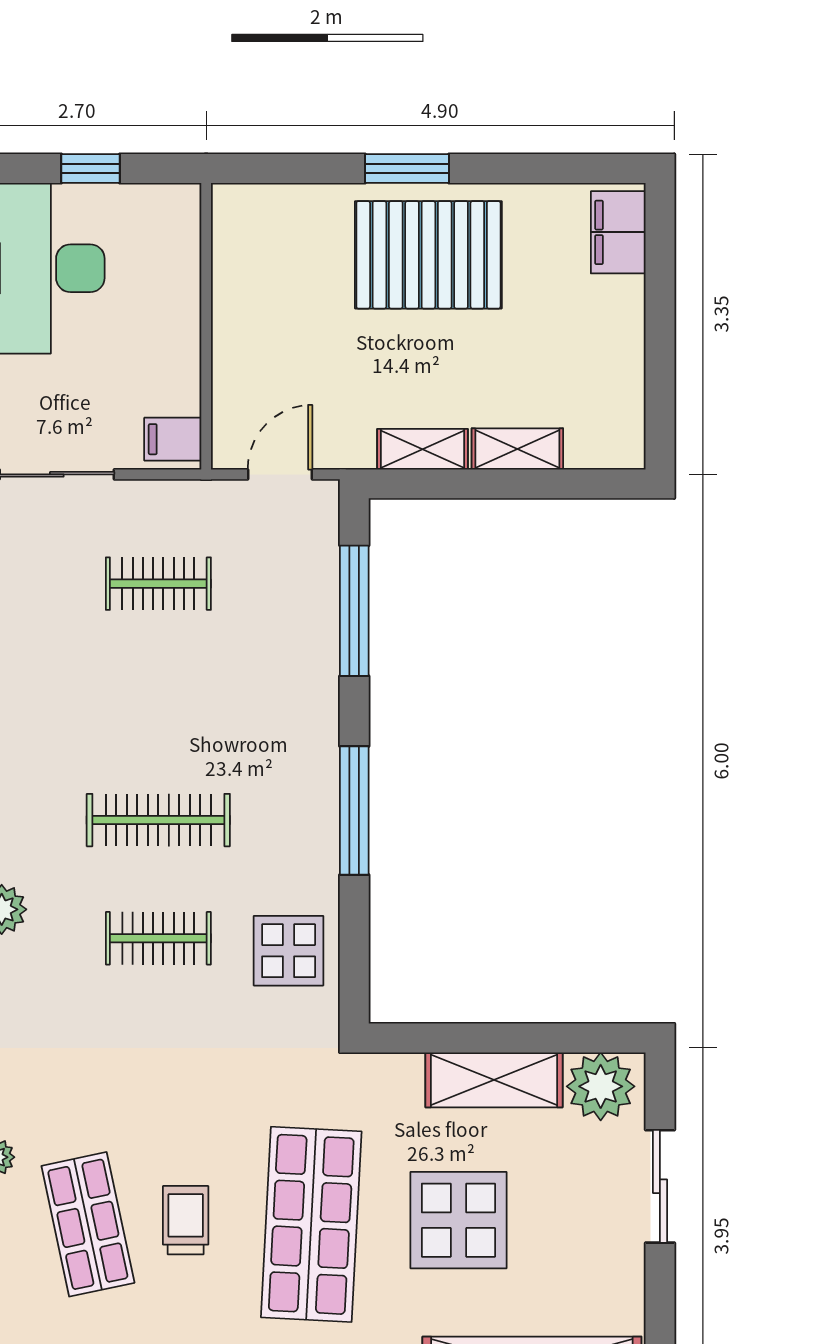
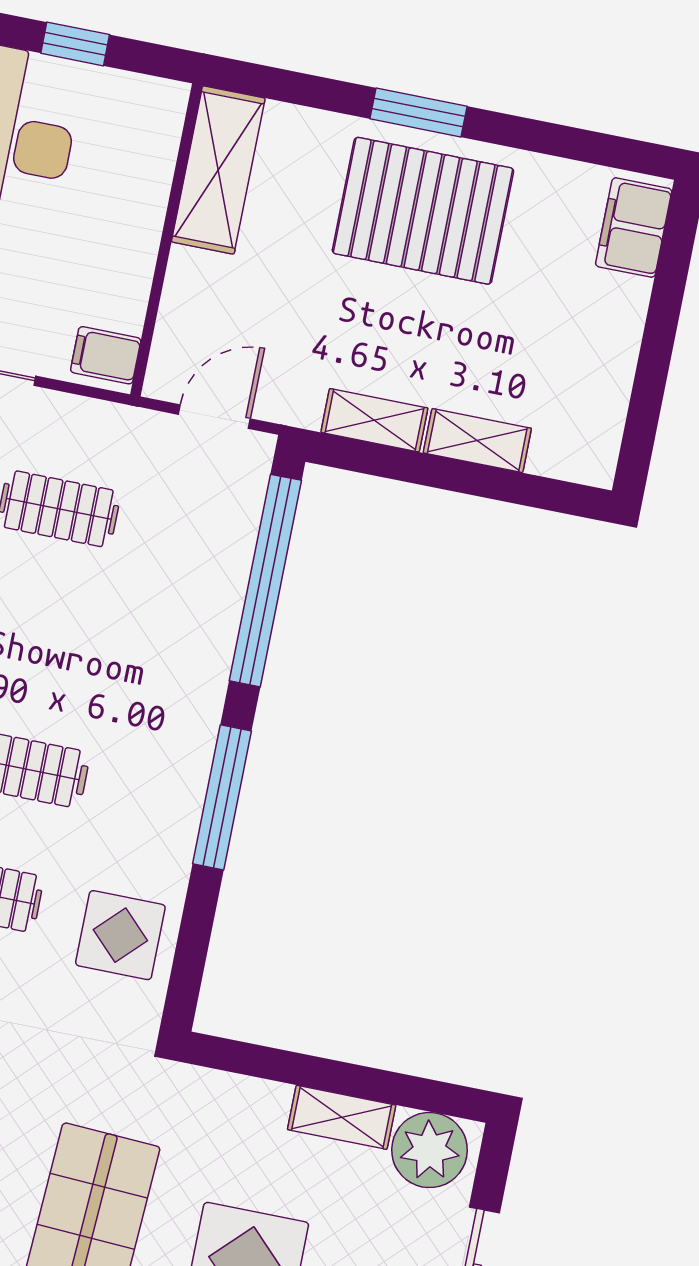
shelving: (240, 255) -> (218, 170), added
window: (354, 611) -> (265, 581), width x1.46
shelving: (494, 1080) -> (342, 1117), width x0.67, depth x0.75

